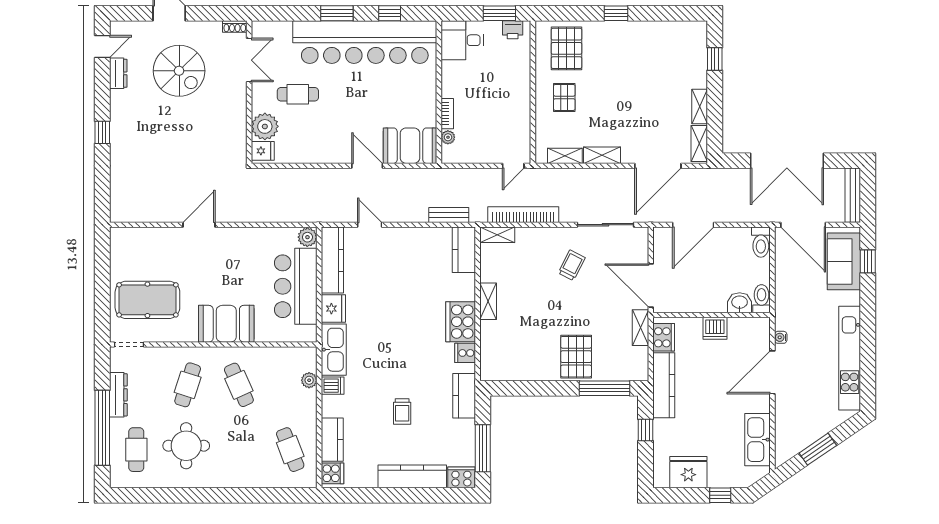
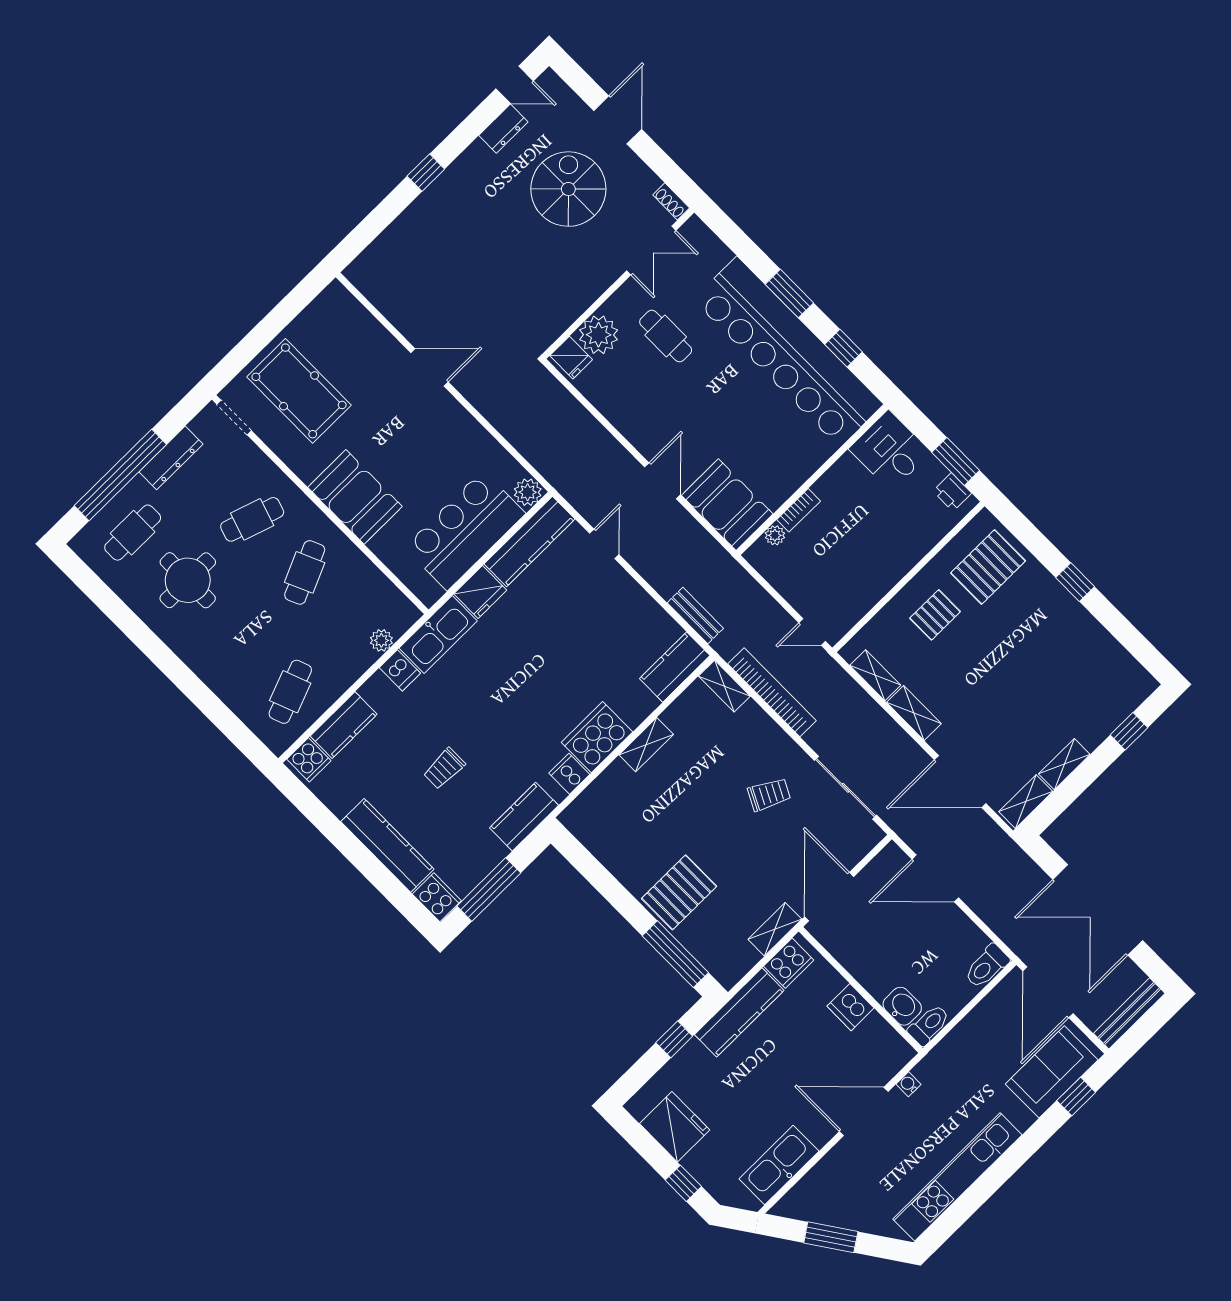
spiral stairs: (179, 71) -> (568, 189), turned 180

